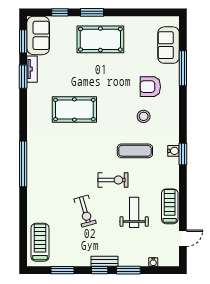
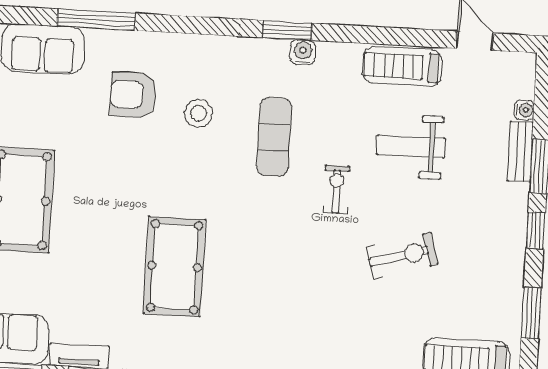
armchair: (150, 87) -> (133, 95), turned 90
water cooler: (174, 151) -> (303, 52), moved
exercise bike: (113, 180) -> (336, 189), width x0.73, depth x0.72
bench: (105, 261) -> (520, 152), moved

